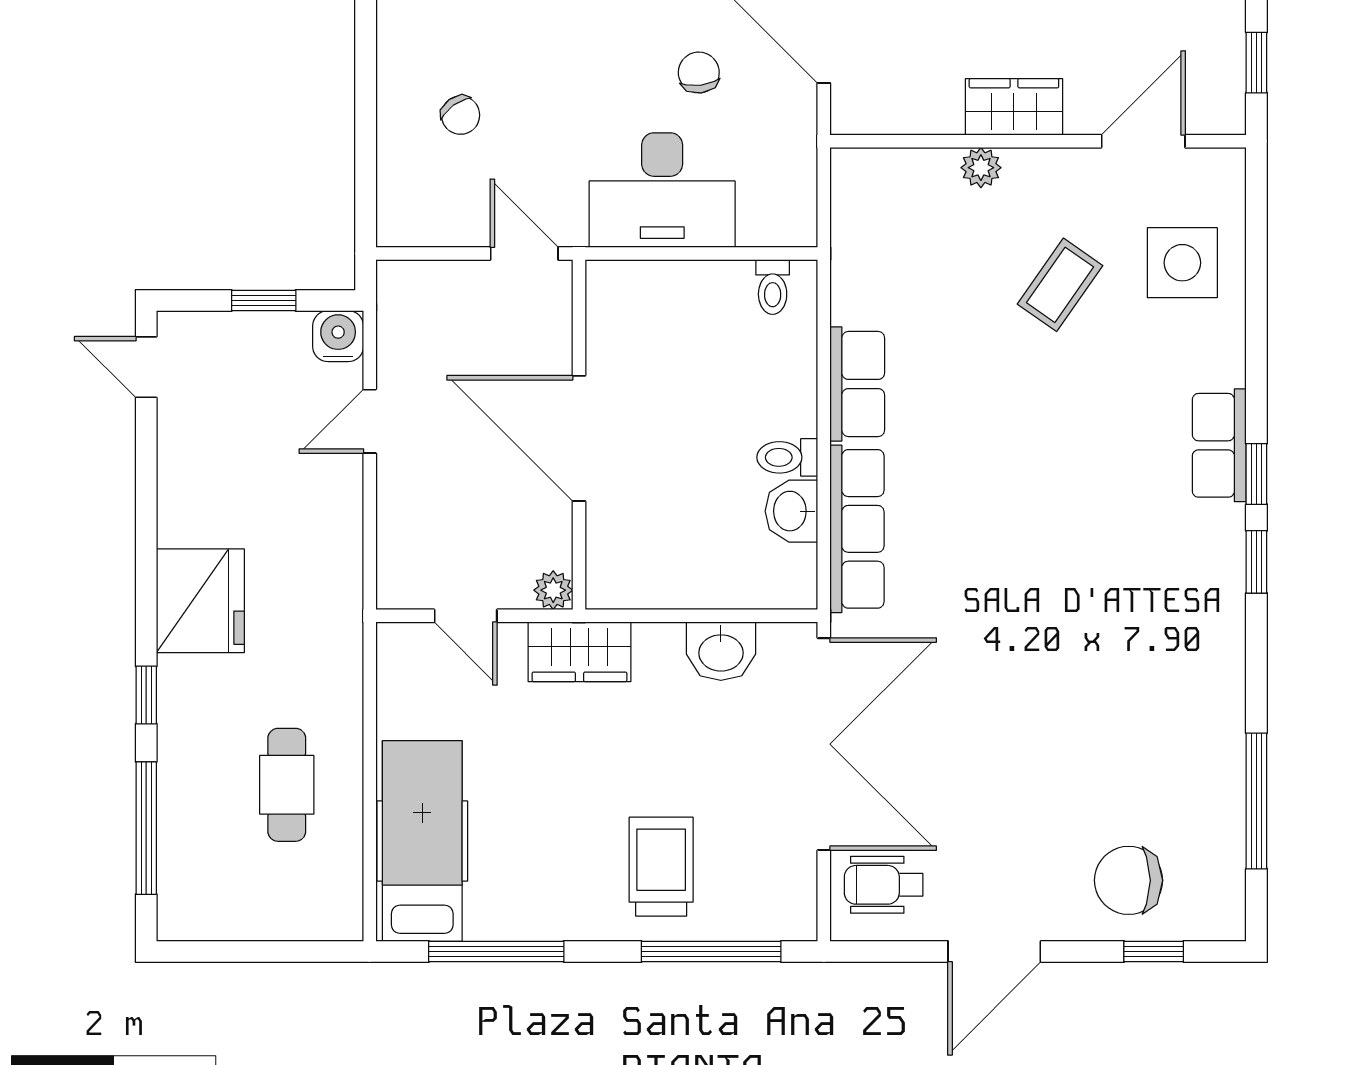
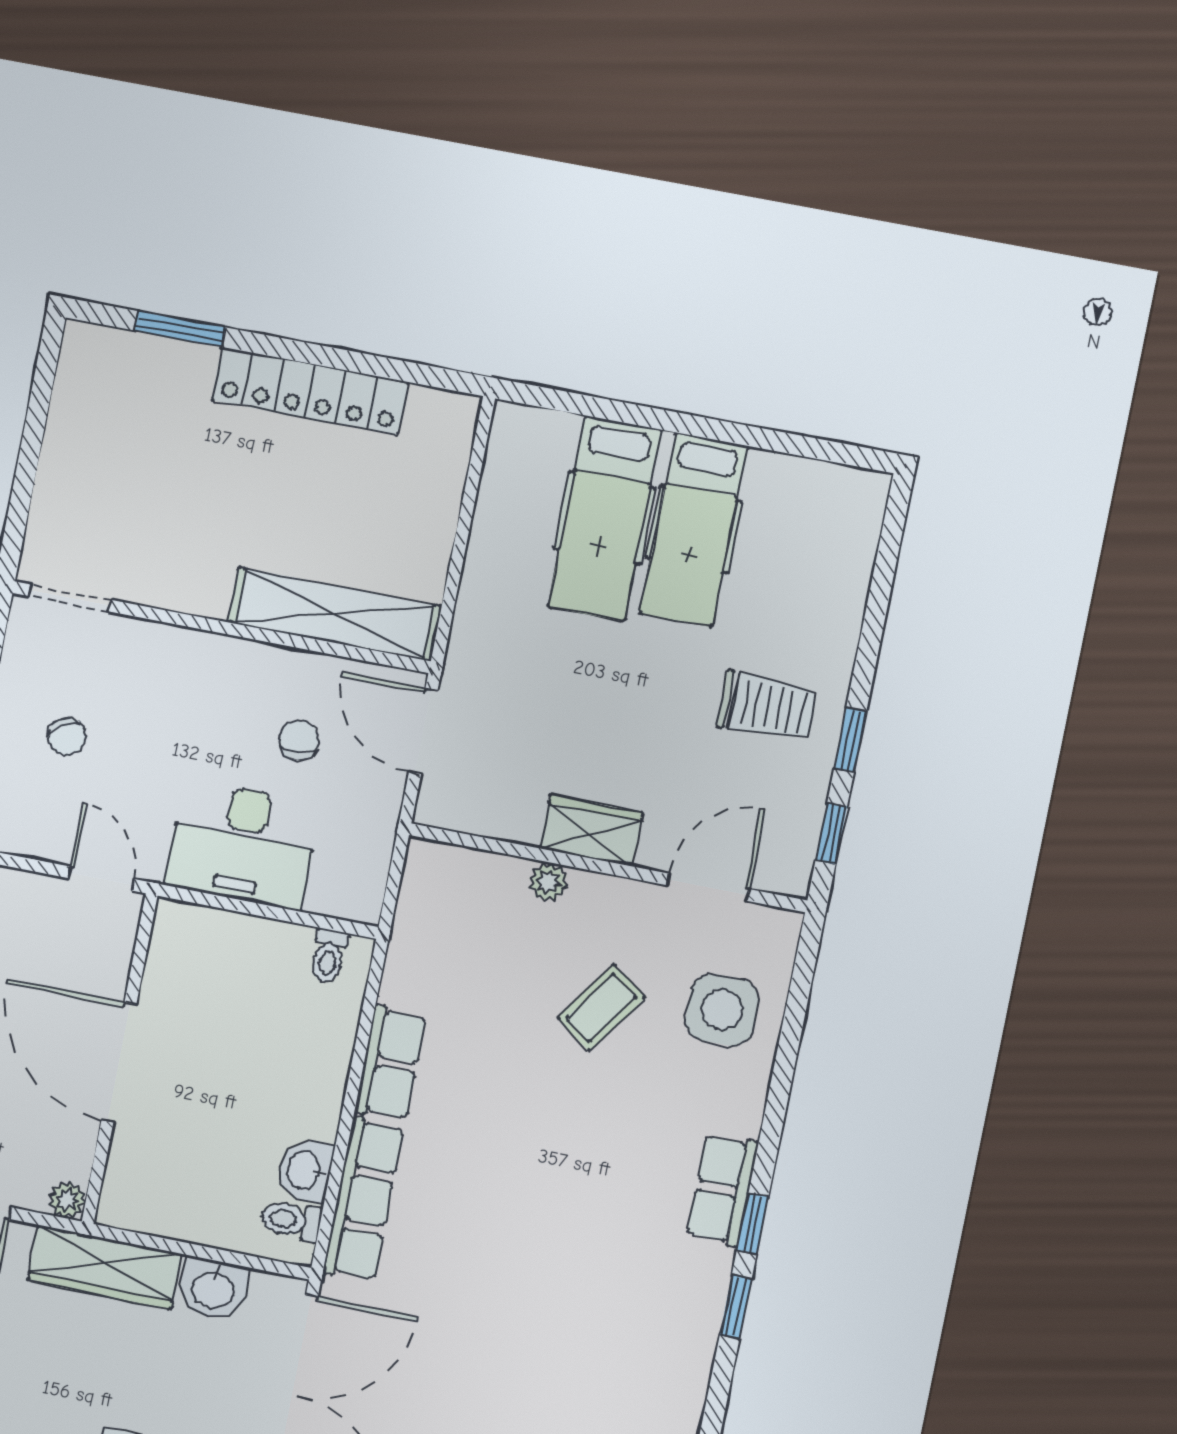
toilet: (787, 457) -> (291, 1220), moved
wardrobe: (579, 652) -> (105, 1267), width x1.50

